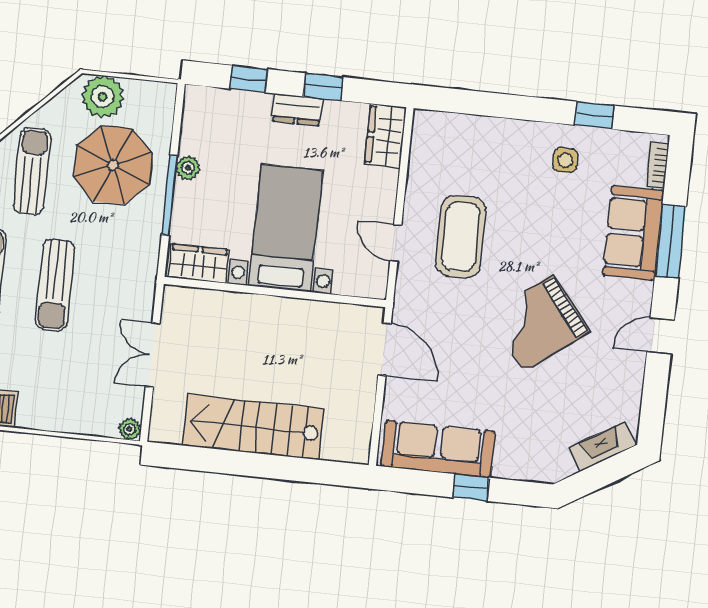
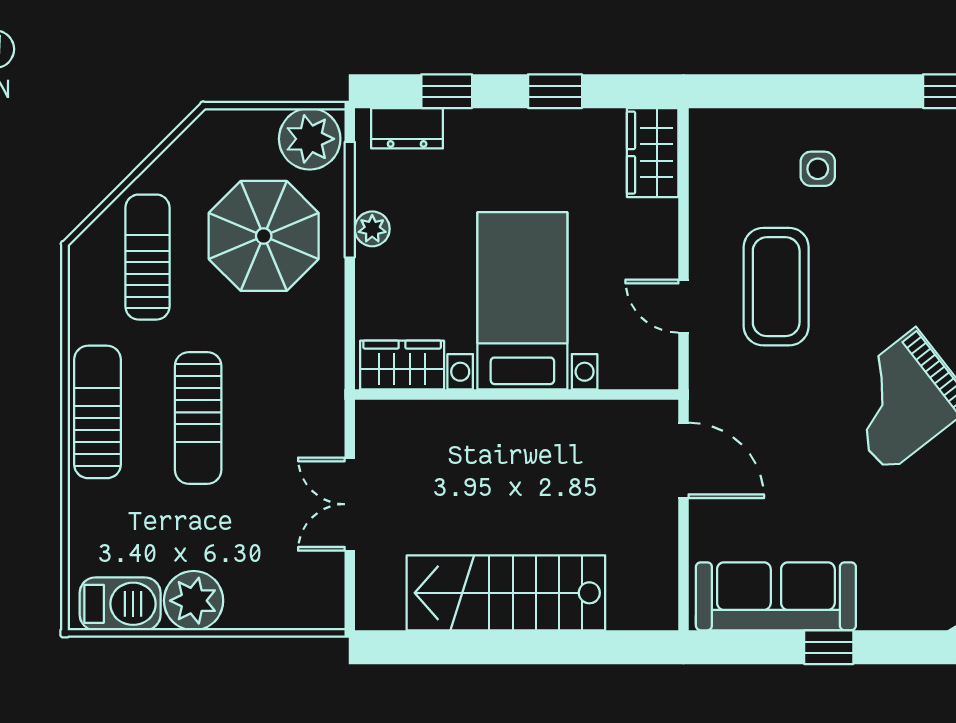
plant: (103, 97) -> (310, 139), moved
dresser: (297, 110) -> (407, 128), moved
side table: (565, 160) -> (818, 169), moved
window: (169, 195) -> (350, 200), moved
plant: (130, 429) -> (194, 601), moved, width x1.88, depth x1.88

